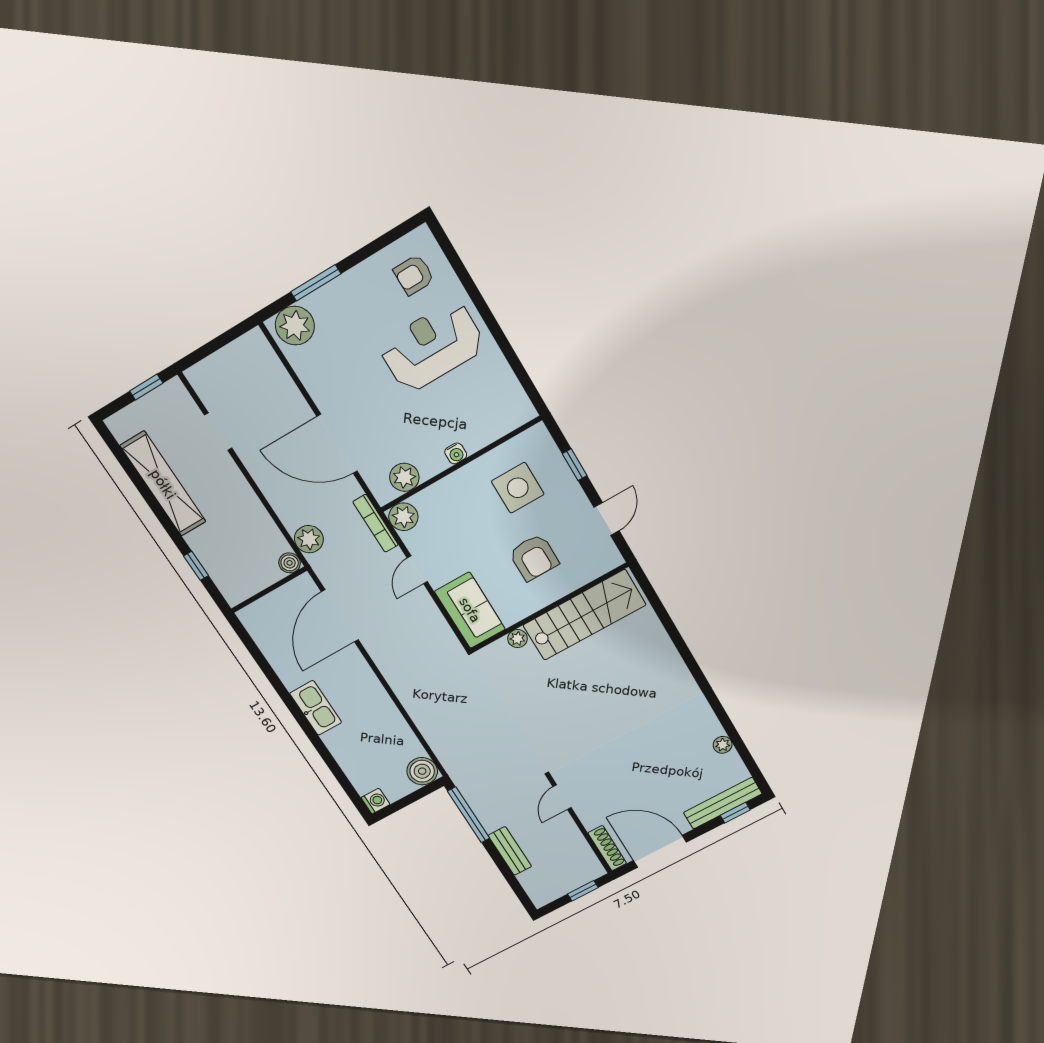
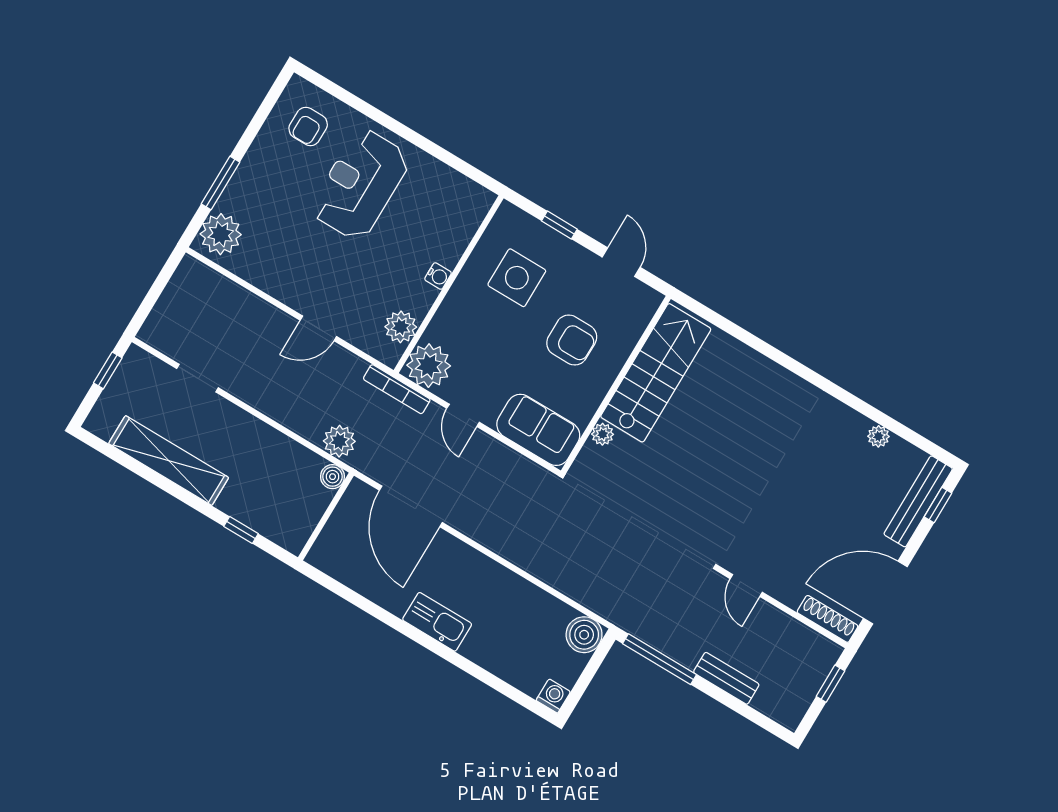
door: (337, 444) -> (318, 328), width x0.53
plant: (403, 517) -> (429, 366), width x1.36, depth x1.36

